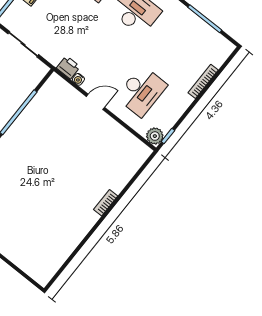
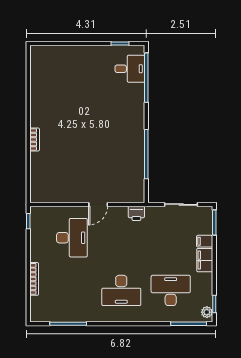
water cooler: (78, 79) -> (123, 211), removed
desk: (142, 91) -> (72, 238), turned 180
plant: (155, 136) -> (38, 214), removed

